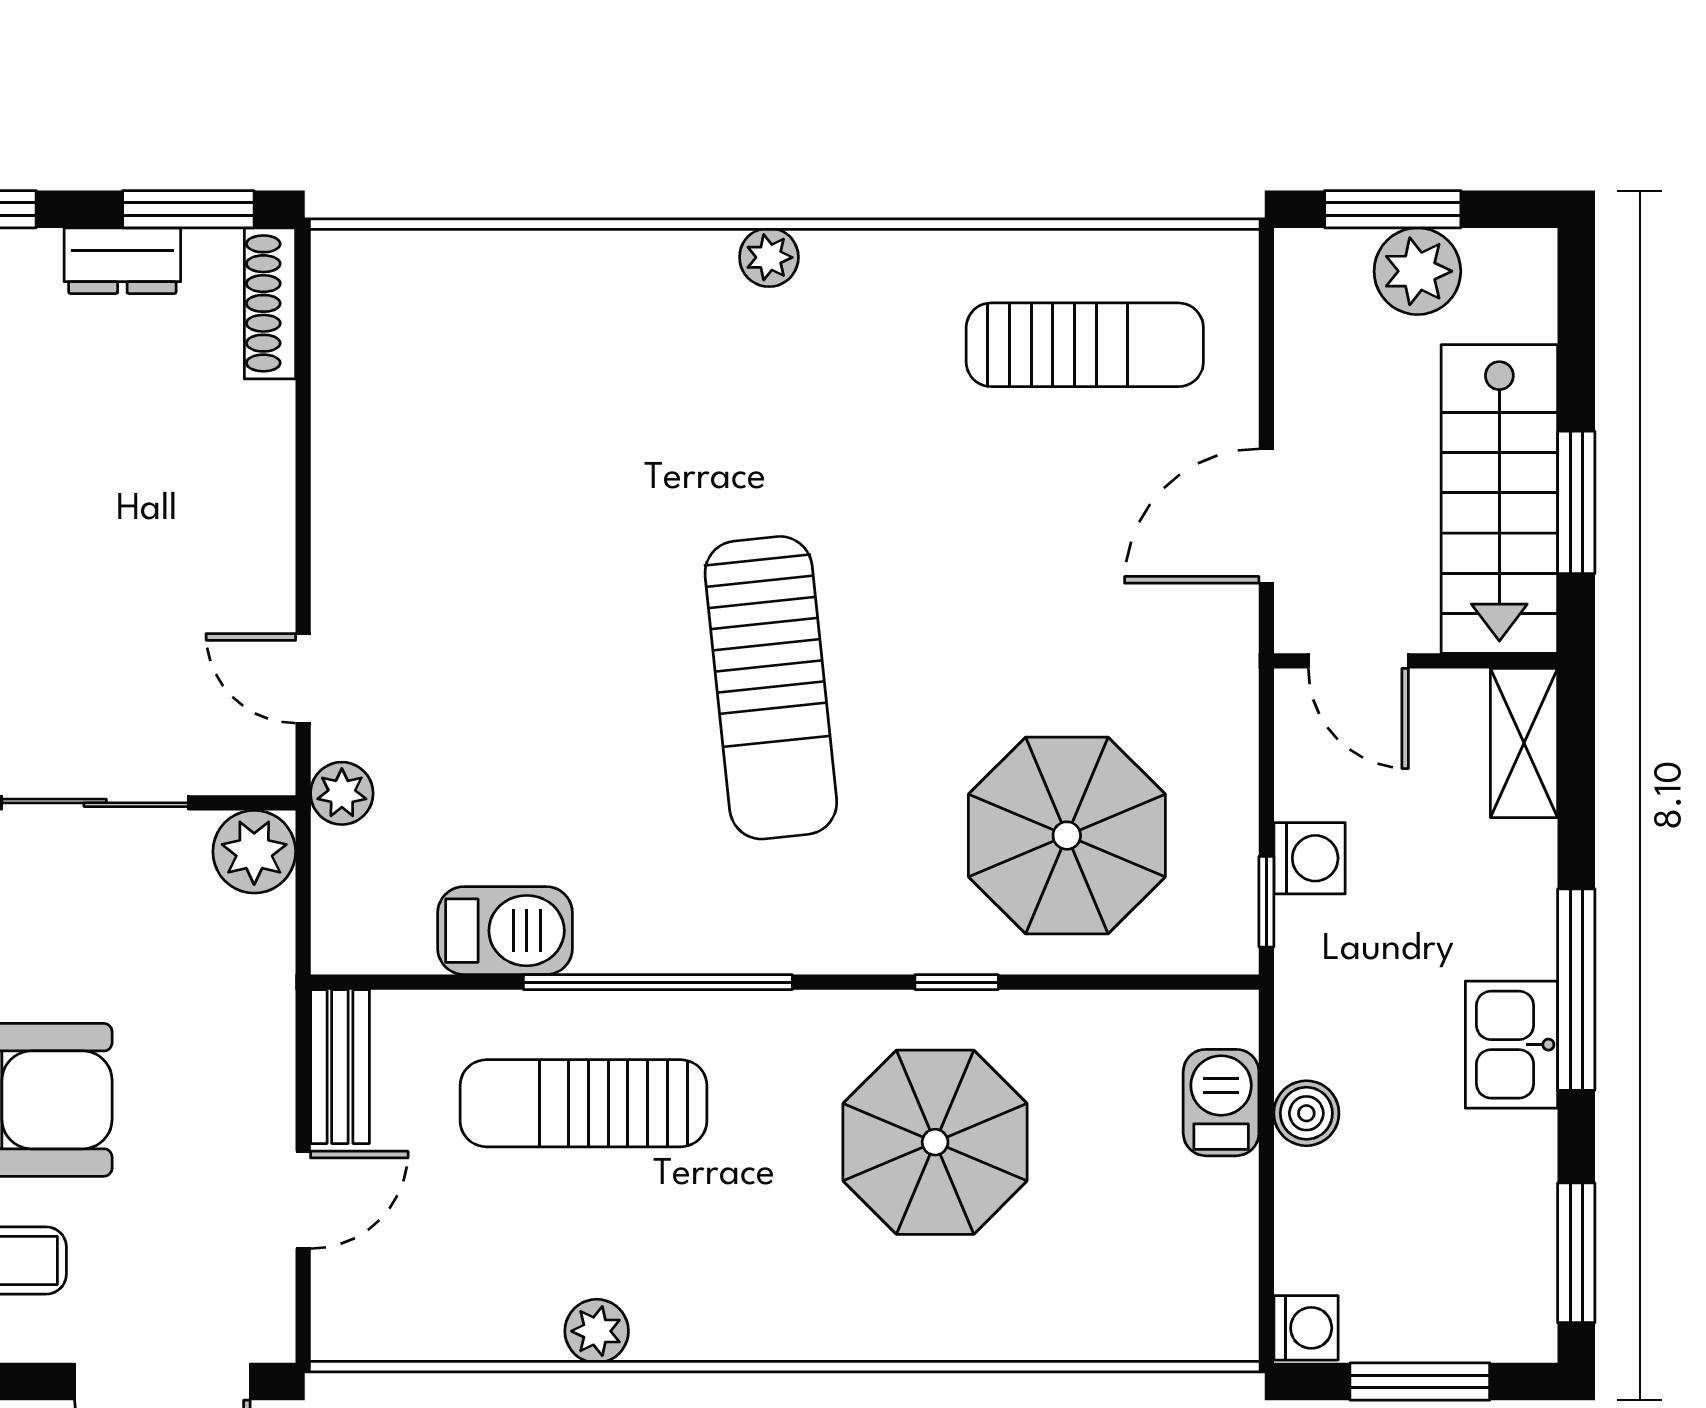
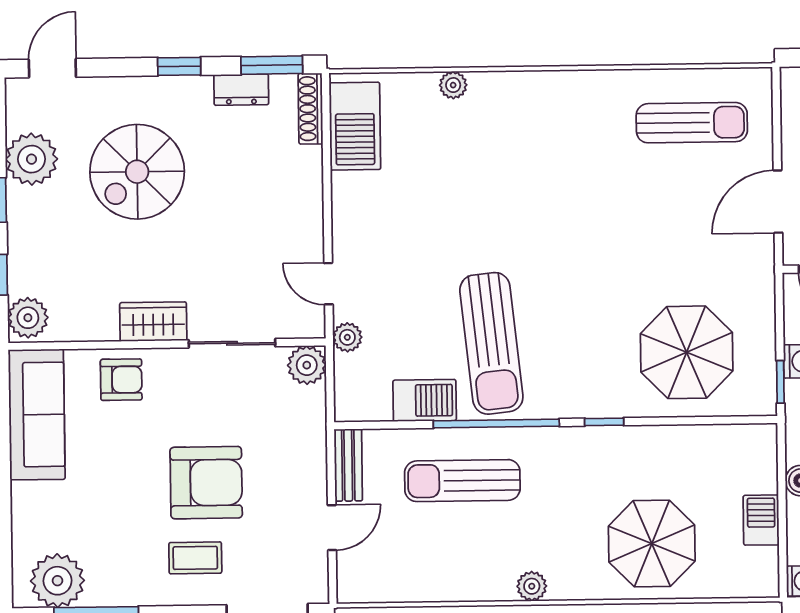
plant: (769, 257) -> (453, 85), moved
barbecue: (364, 342) -> (355, 126), added
sun lounger: (771, 688) -> (491, 343), moved
window: (957, 982) -> (604, 422), moved
barbecue: (1221, 1103) -> (761, 520), moved
parasol: (935, 1142) -> (652, 544), moved
plant: (597, 1331) -> (532, 586), moved

